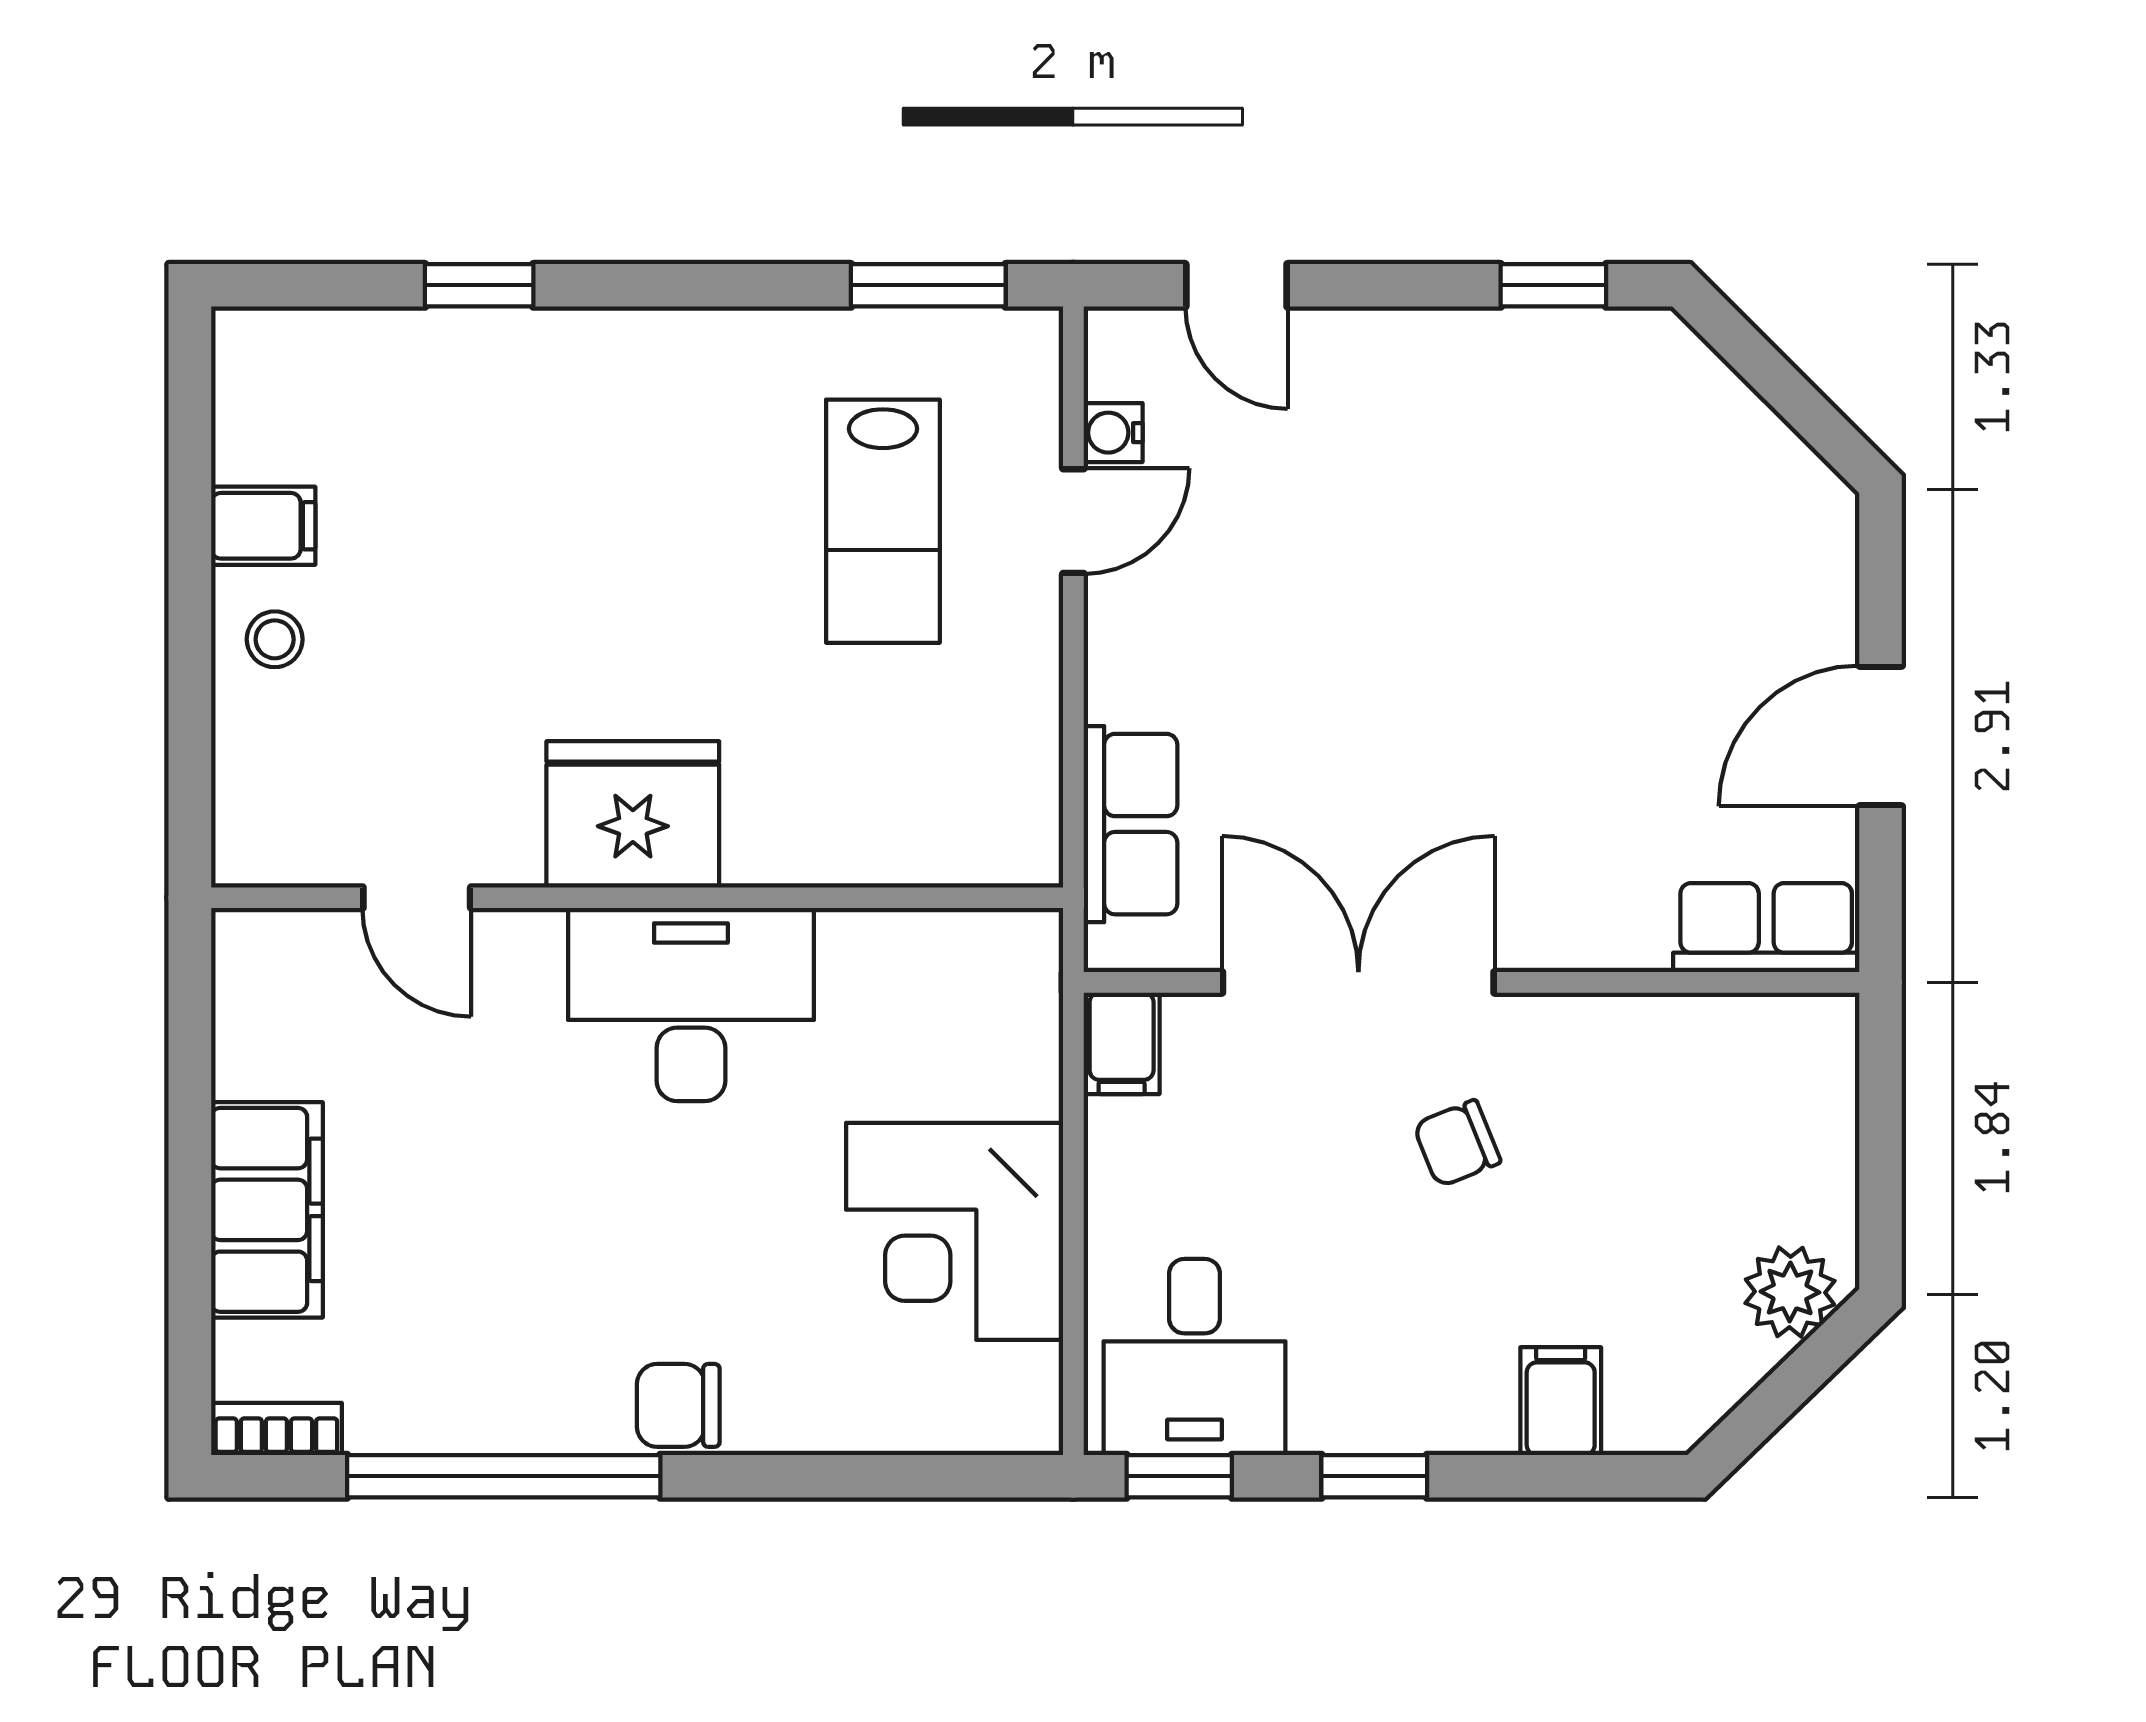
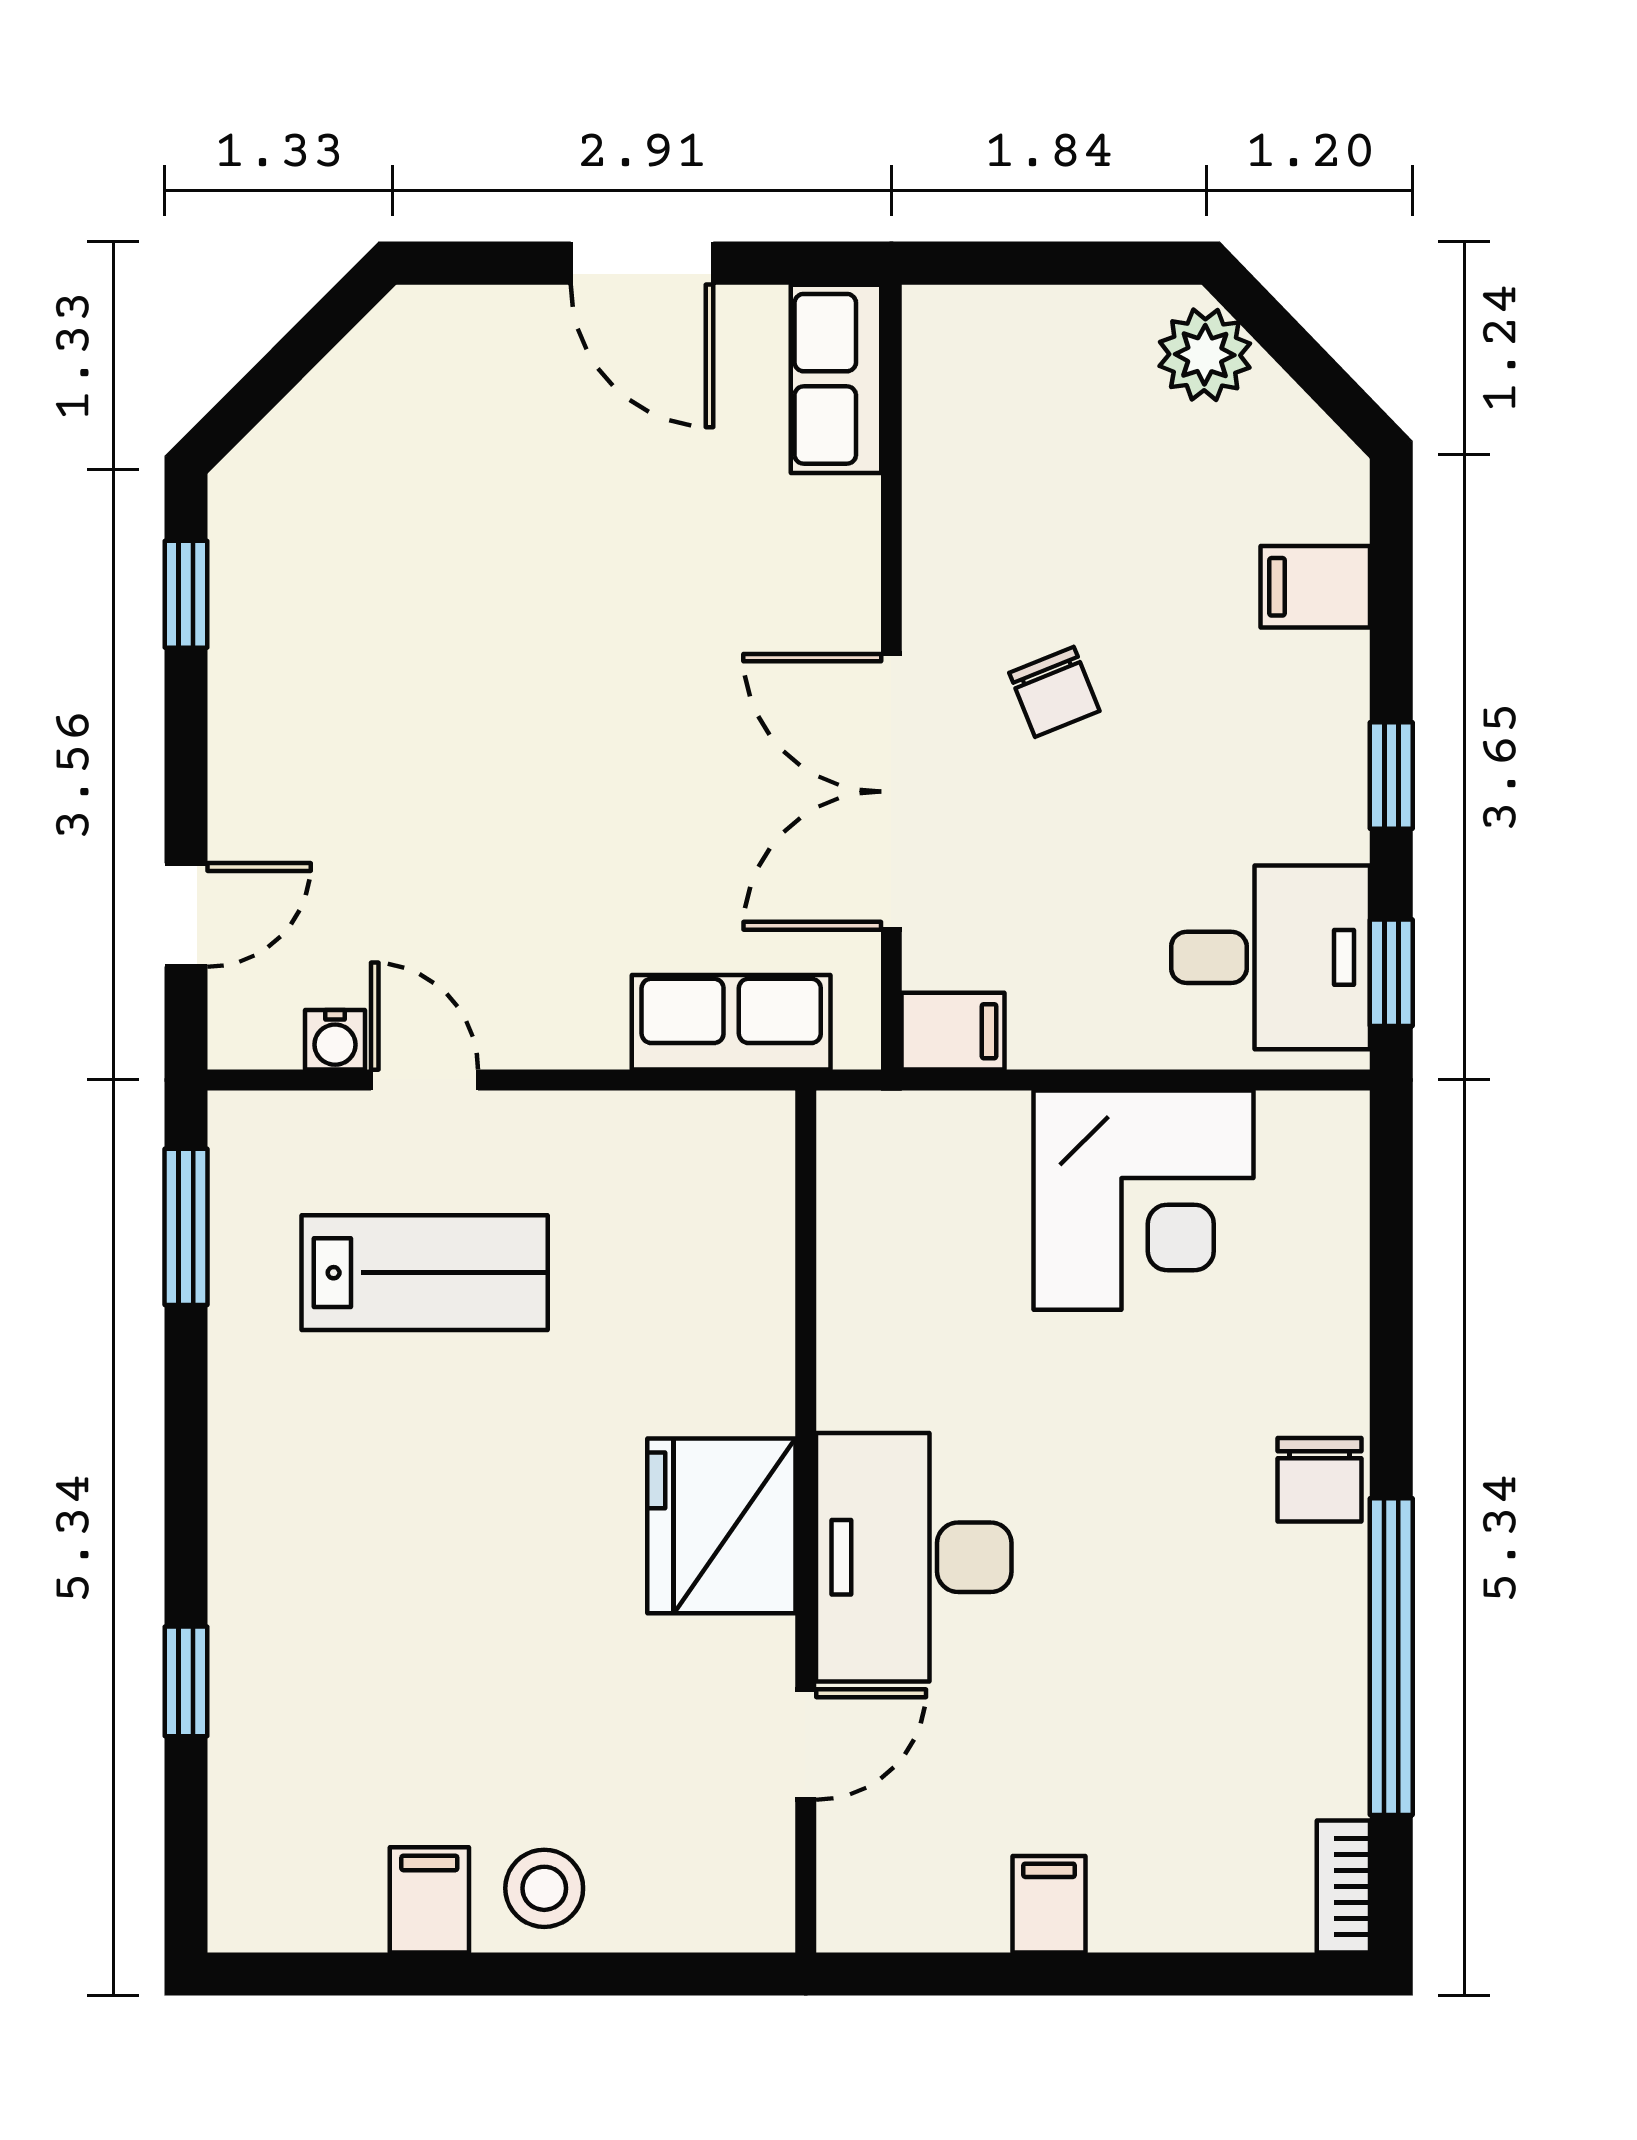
stool: (275, 639) -> (544, 1888), width x1.37, depth x1.37
desk: (691, 1004) -> (914, 1557), moved
filing cabinet: (267, 1210) -> (1049, 1904), width x0.33, depth x0.86

